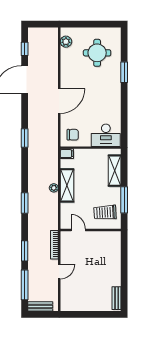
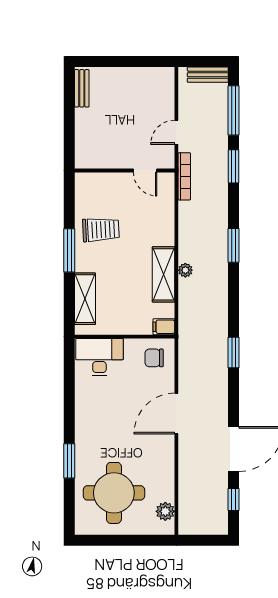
round table: (97, 53) -> (114, 493), width x1.36, depth x1.36
door: (78, 230) -> (145, 170), moved
wall: (91, 230) -> (125, 170), moved

